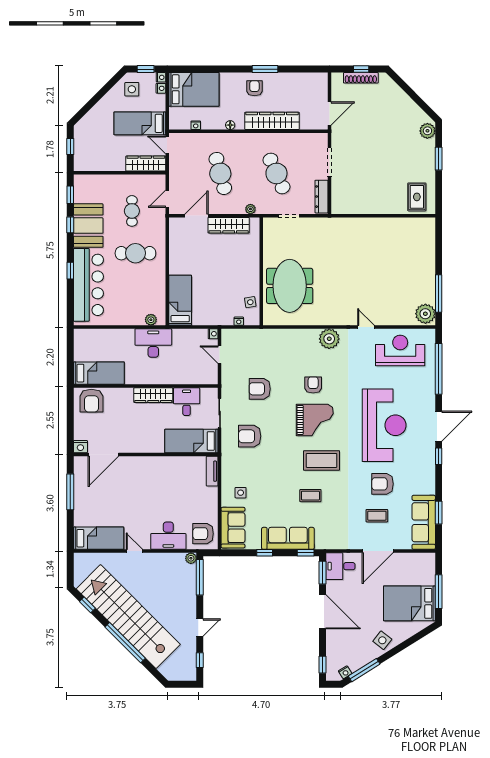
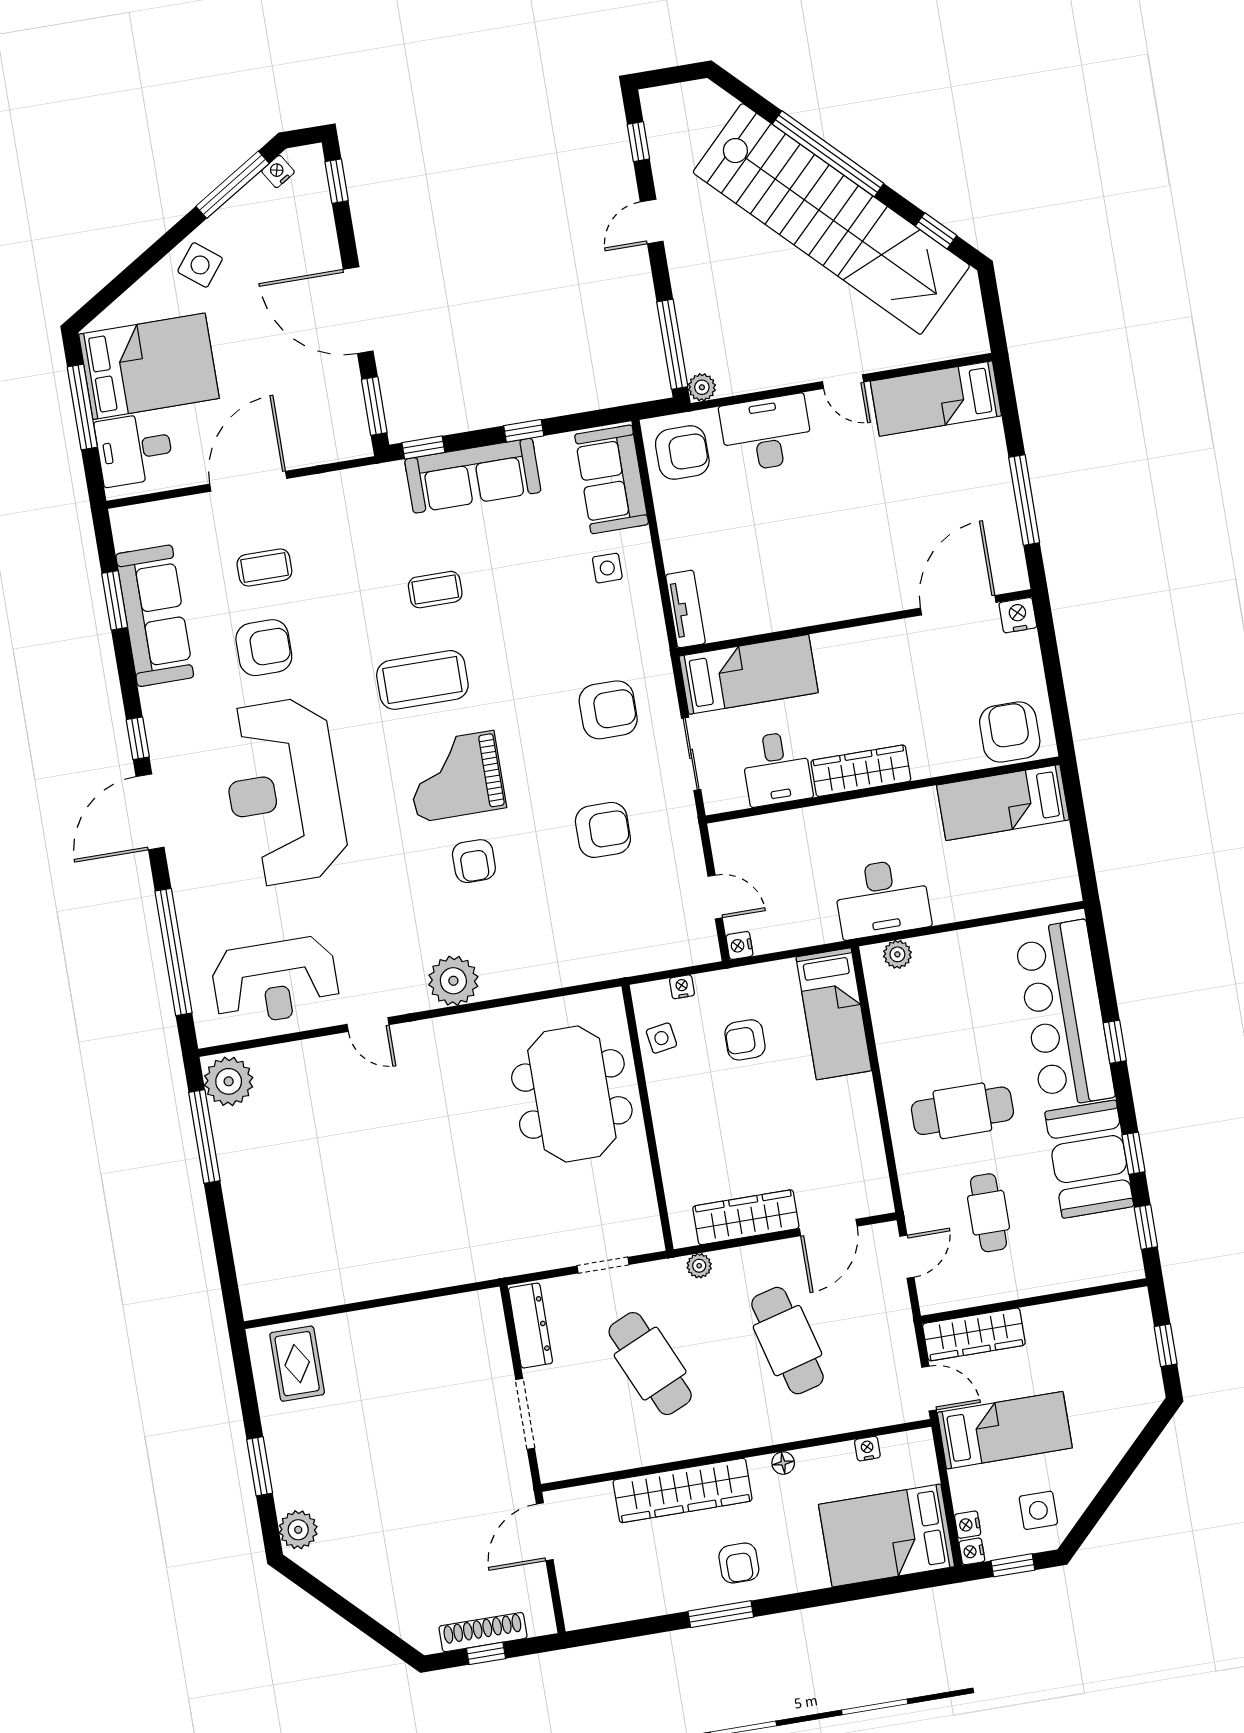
armchair: (217, 296) -> (745, 1040), added
sofa: (424, 522) -> (155, 616), moved
desk: (340, 566) -> (134, 449), moved, turned 180

